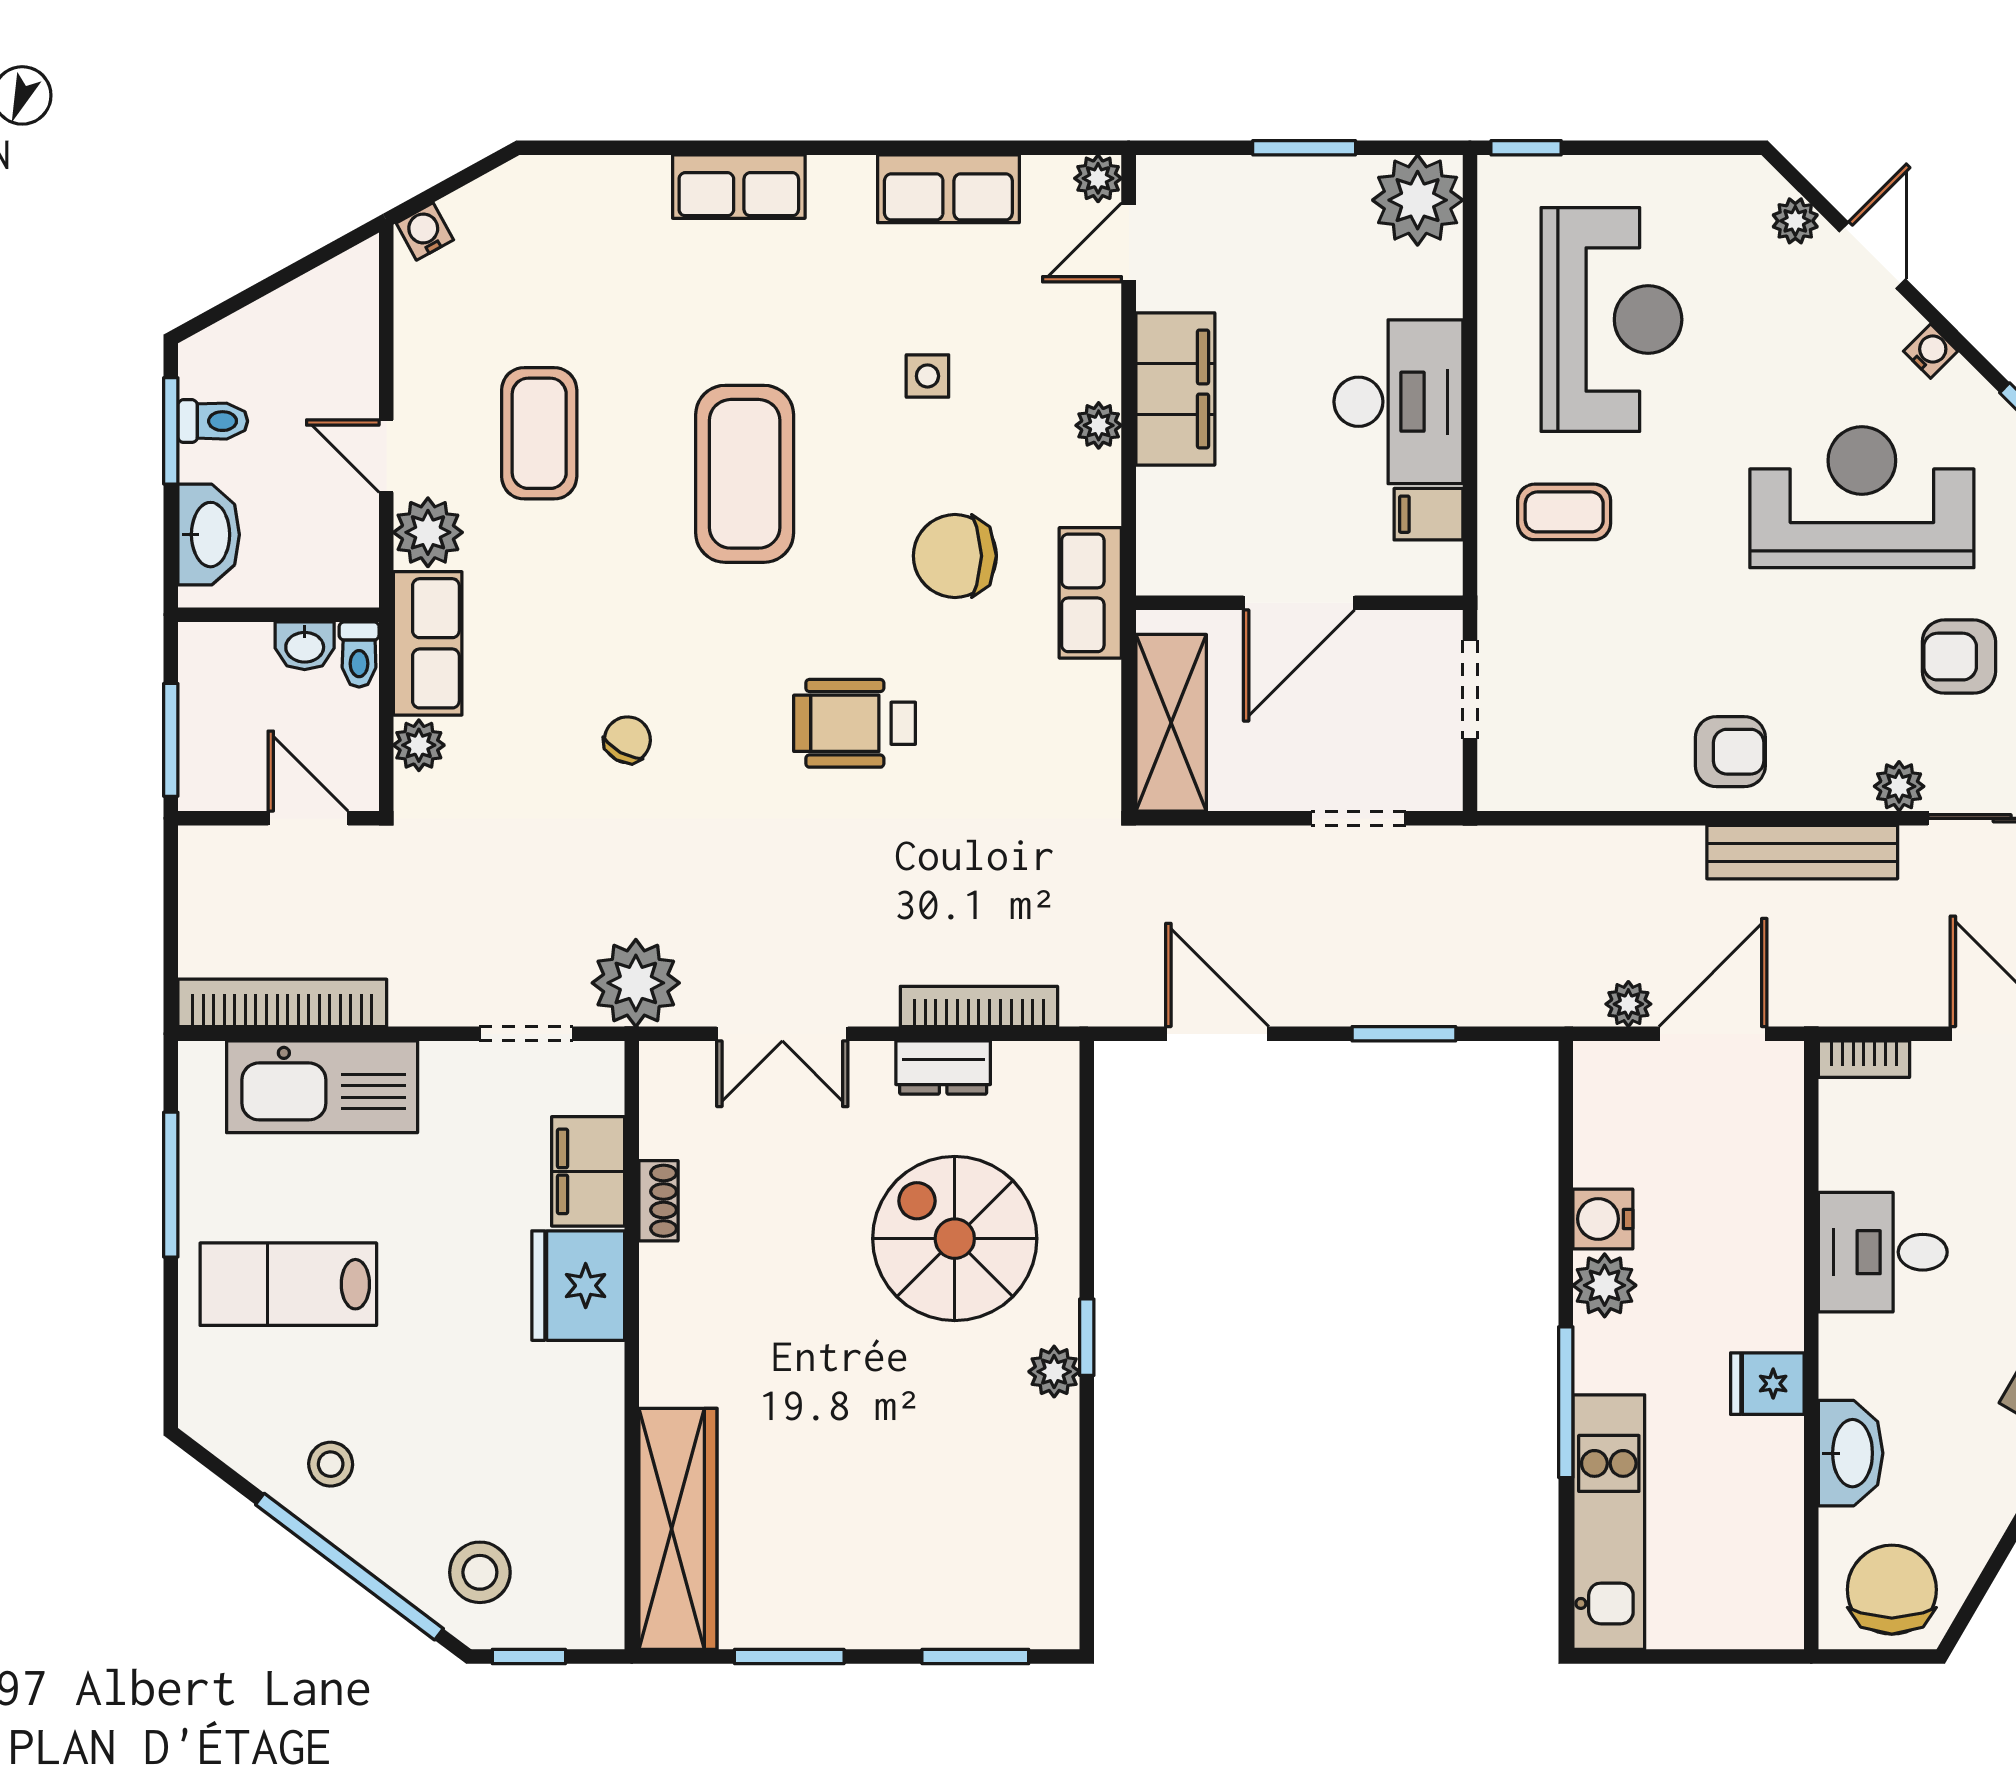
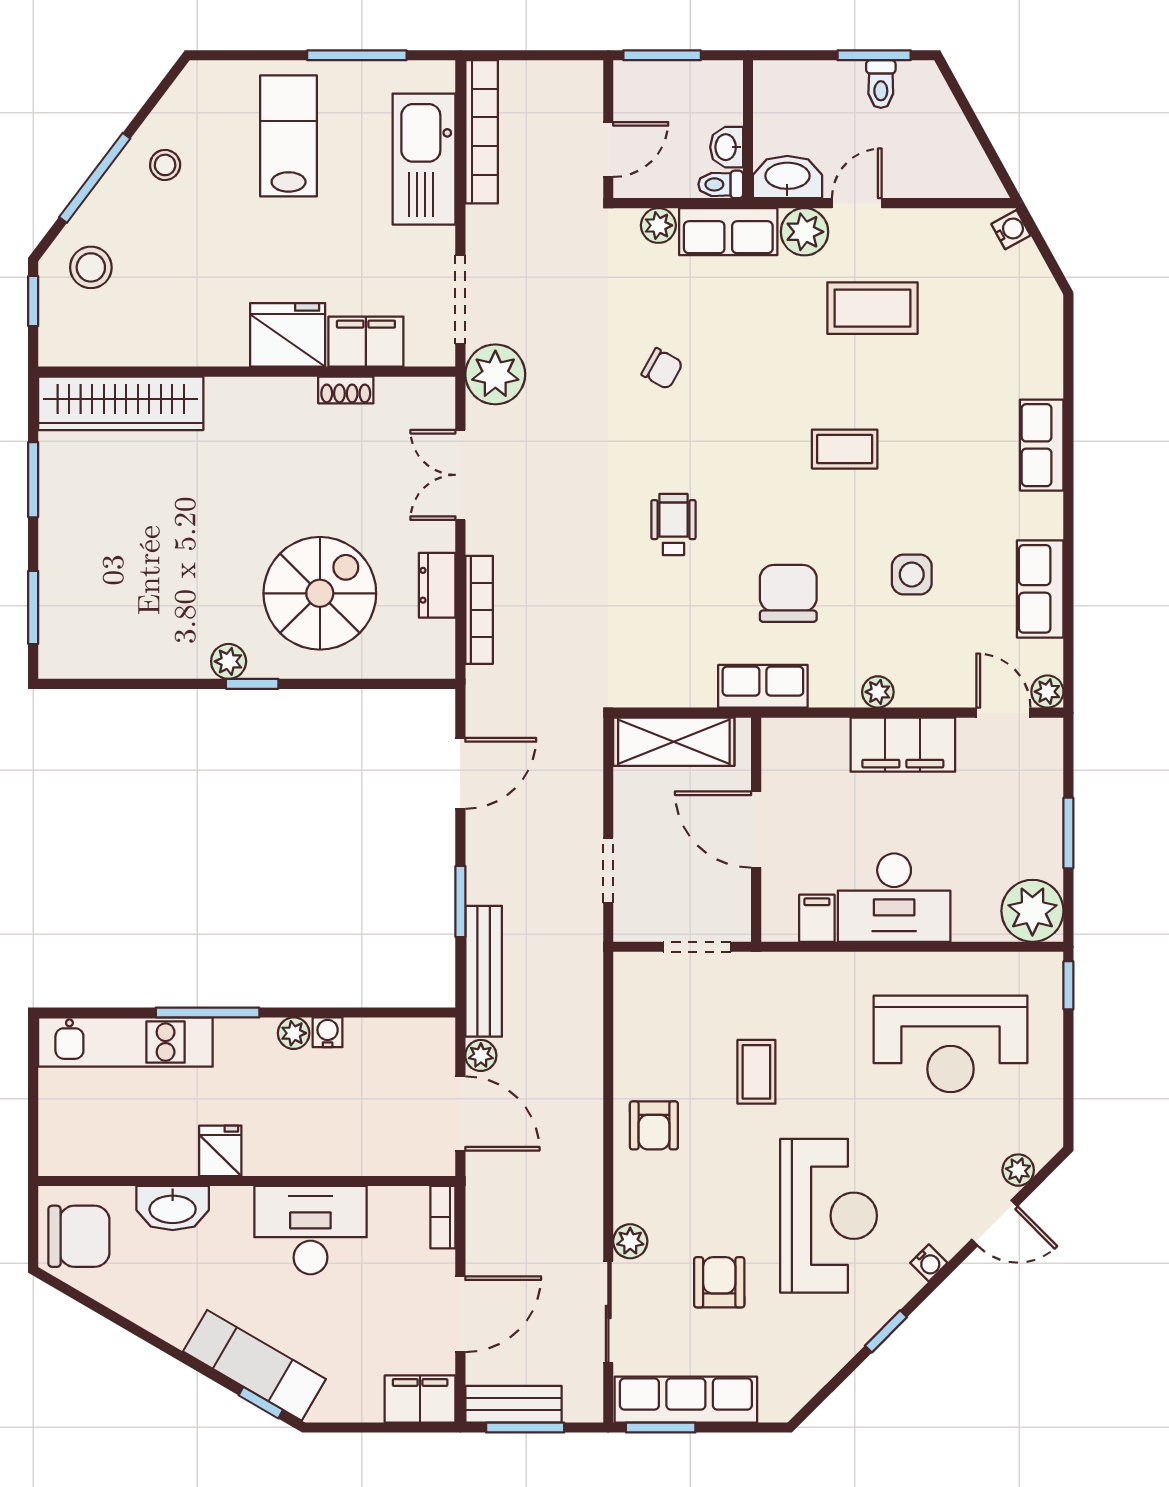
side table: (927, 376) -> (912, 575), width x1.37, depth x1.37
coffee table: (745, 474) -> (845, 449), width x0.54, depth x0.58
coffee table: (1564, 512) -> (756, 1072), moved
washbasin: (209, 535) -> (787, 177), moved, turned 180
wheelchair: (855, 723) -> (673, 524), width x0.73, depth x0.73
bench: (1802, 852) -> (484, 971), moved
doorway: (526, 1034) -> (460, 299), width x1.38
water cooler: (1603, 1219) -> (328, 1032), width x0.72, depth x0.72
desk: (1883, 1252) -> (310, 1230), width x1.37
plant: (1605, 1285) -> (294, 1033), width x0.73, depth x0.73
window: (349, 1567) -> (95, 178), width x0.68

